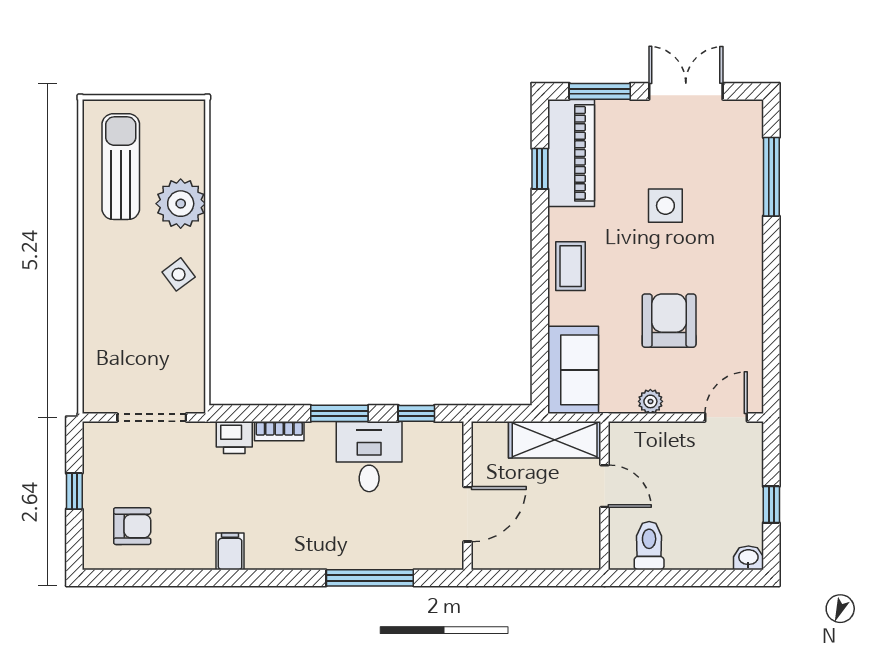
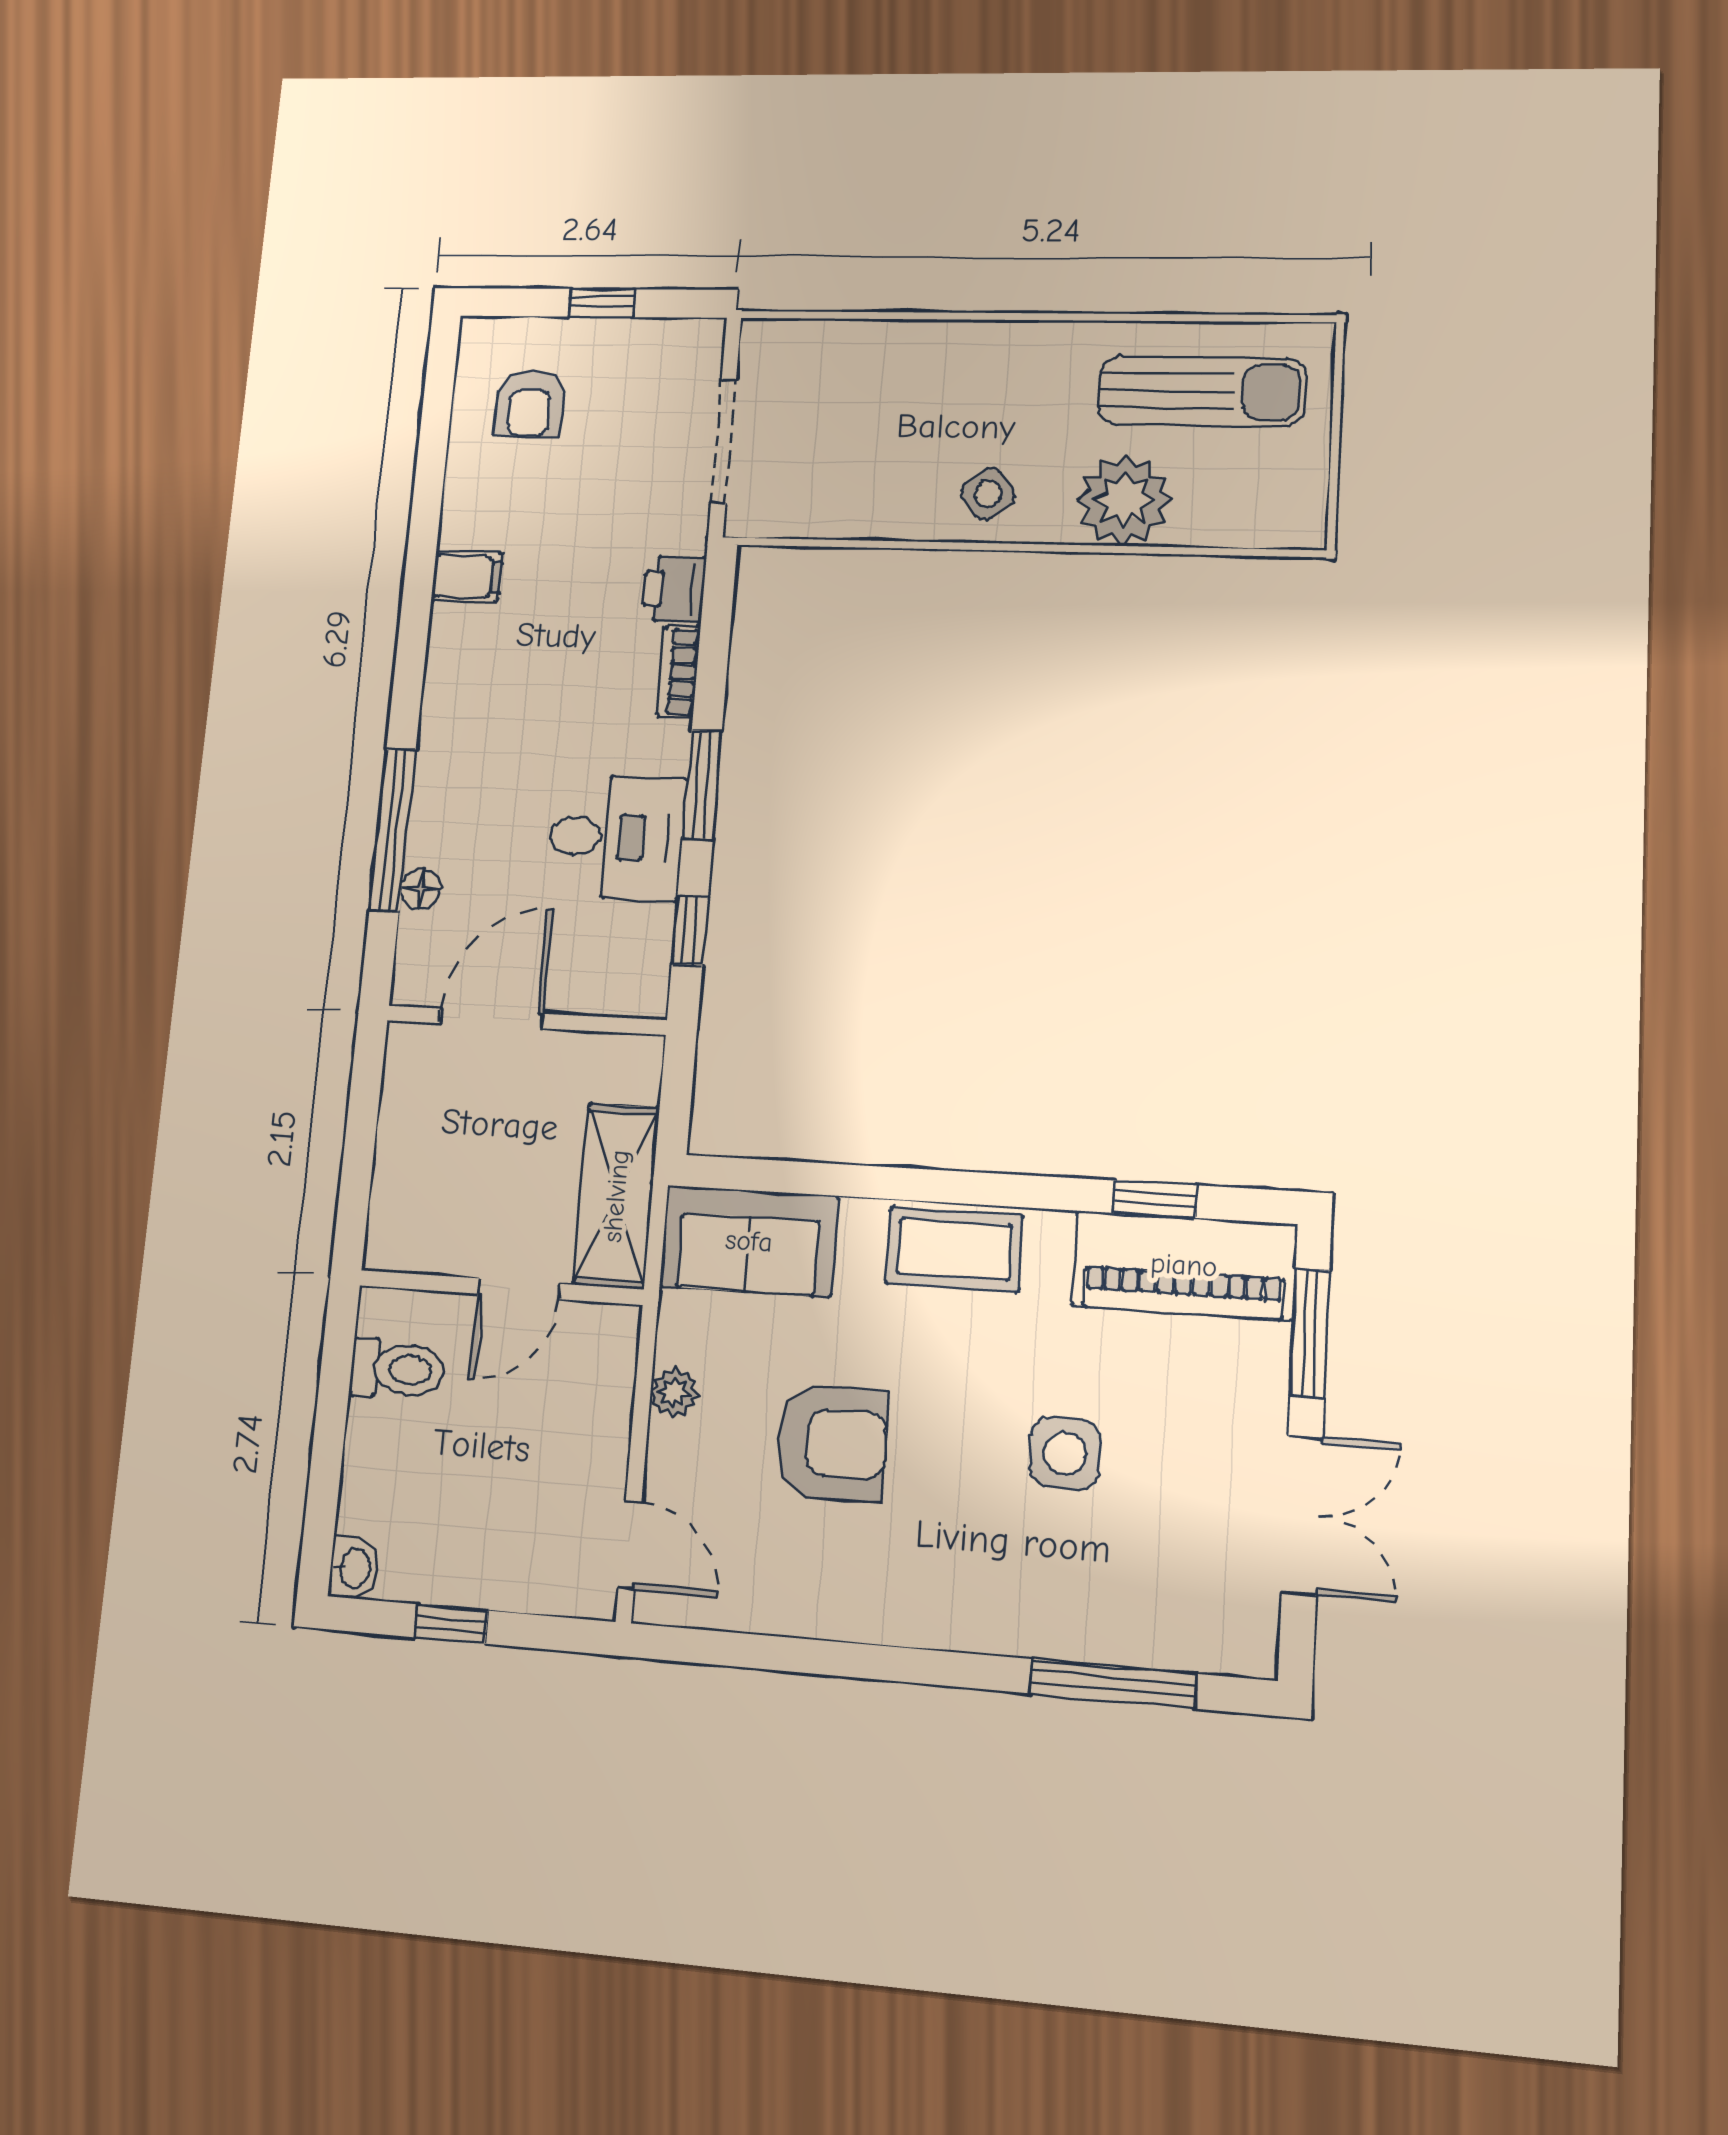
coffee table: (571, 266) -> (954, 1249), width x1.36, depth x1.30
door: (467, 514) -> (491, 1018), swing flipped
floor lamp: (401, 559) -> (421, 889), added

